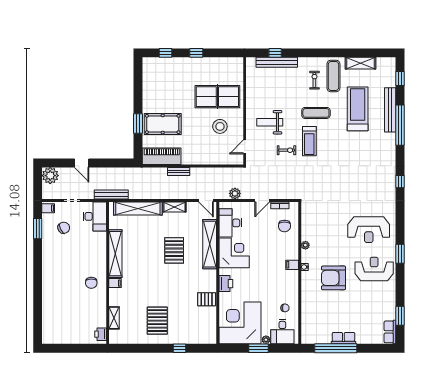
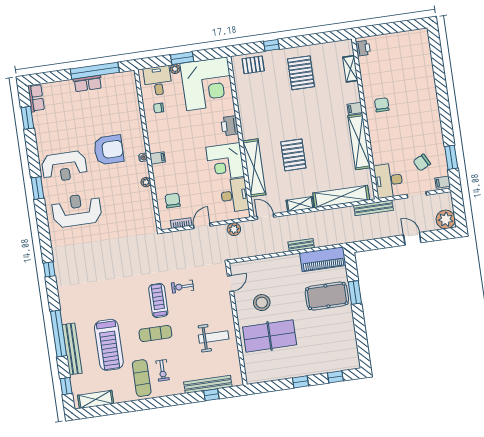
shelving: (361, 63) -> (96, 400), moved
weight bench: (270, 122) -> (214, 337), moved
pallet: (207, 299) -> (253, 65), moved

